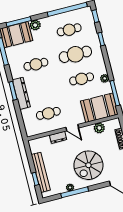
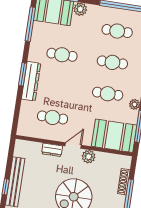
cafe table: (75, 54) -> (112, 62), width x0.73, depth x0.74
door: (72, 128) -> (73, 146), swing flipped
plant: (99, 128) -> (89, 157), moved

